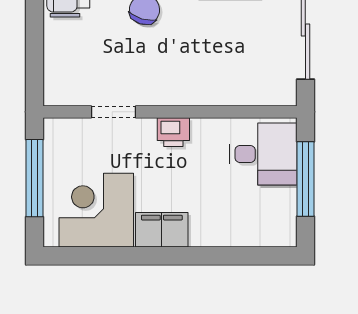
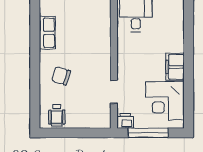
printer: (173, 132) -> (125, 121), moved, turned -90

